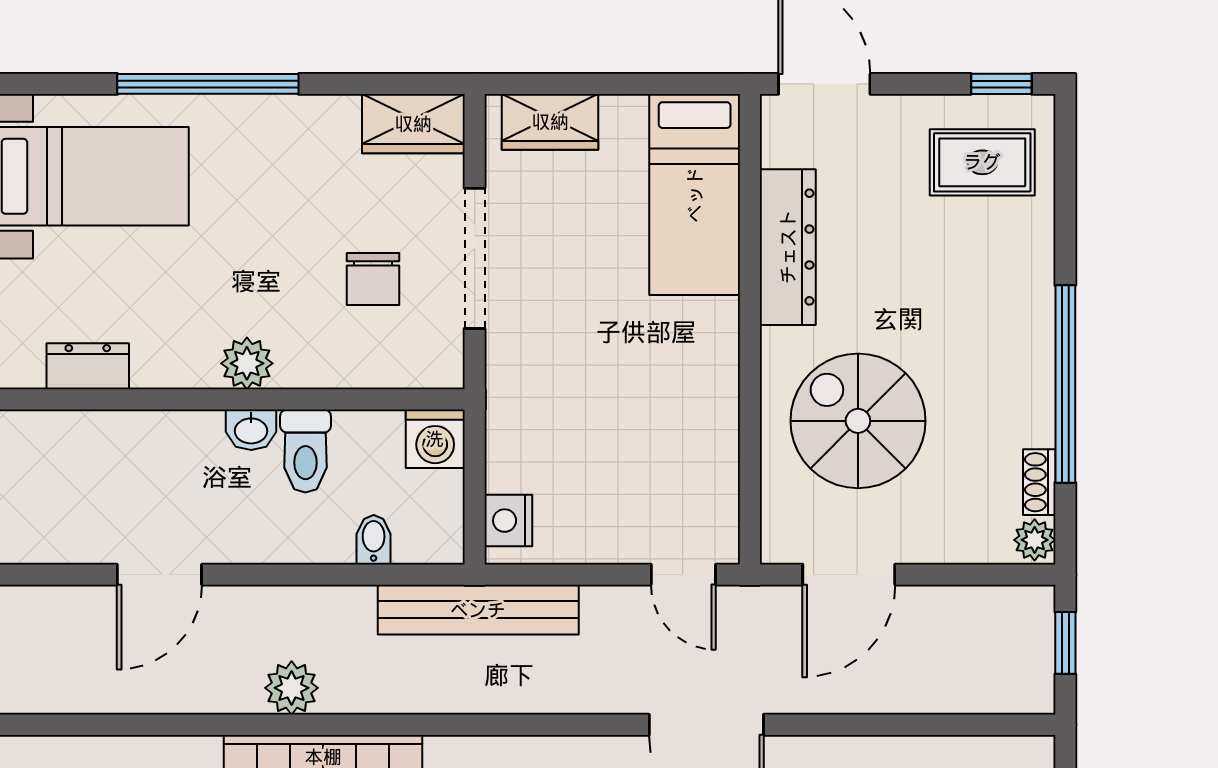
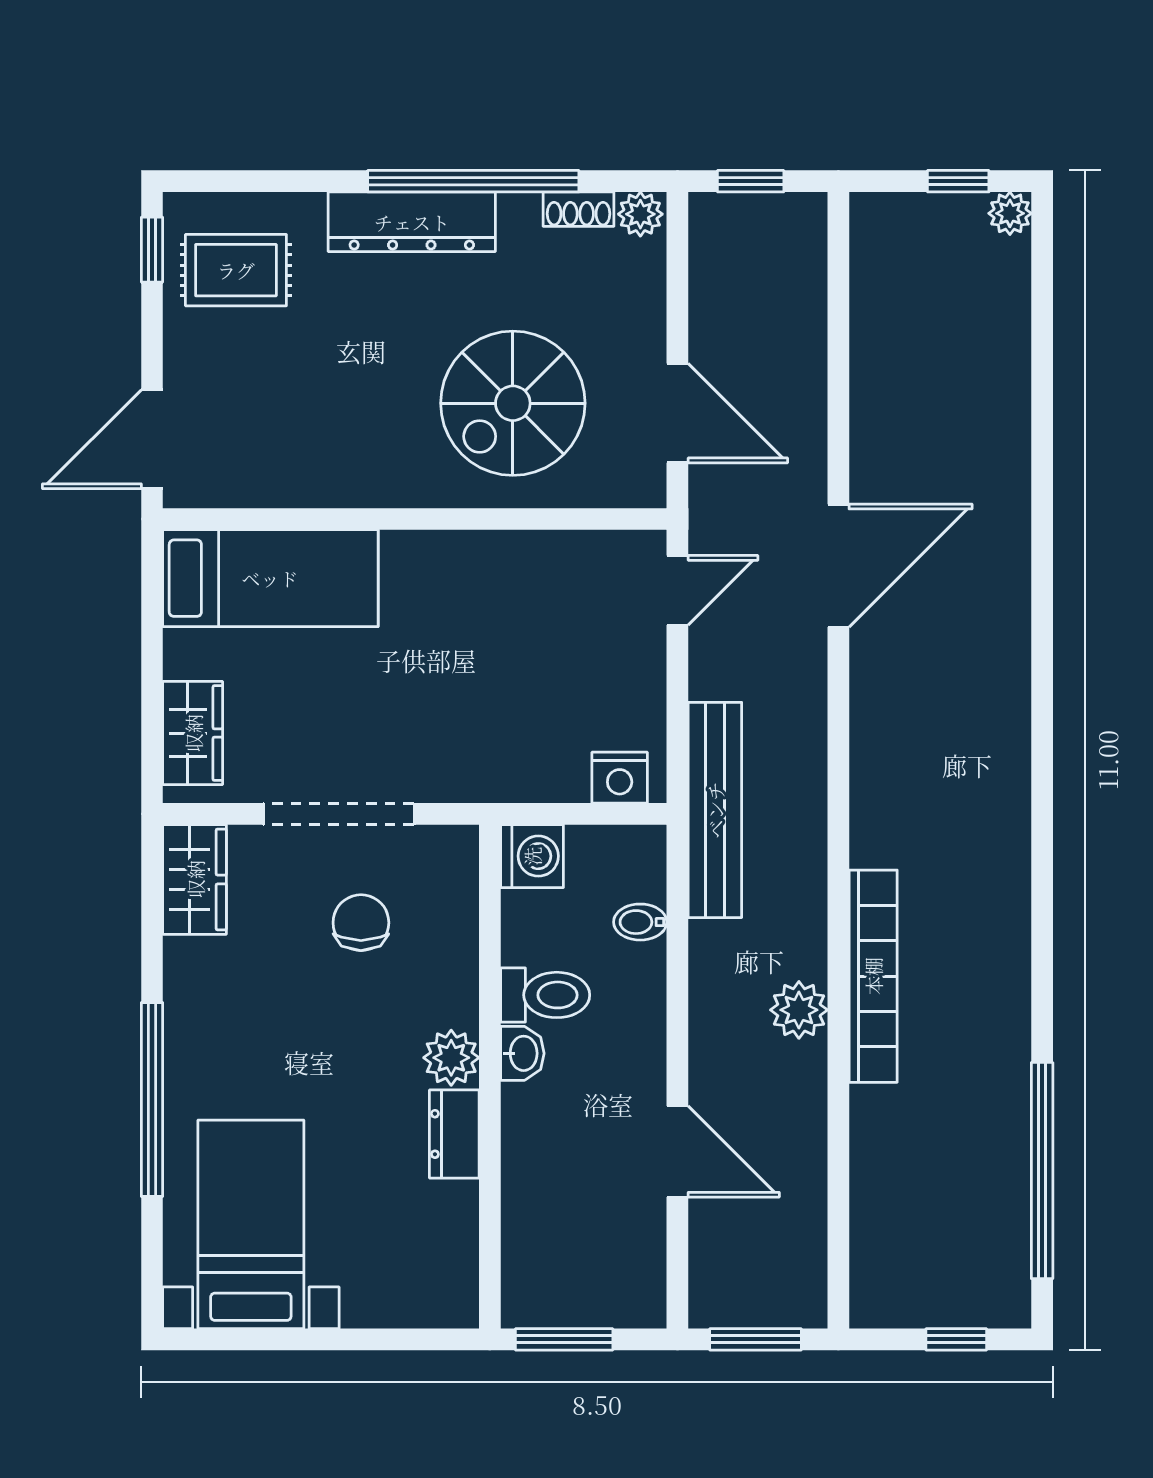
rug: (982, 162) -> (236, 270), turned 90
dresser: (788, 247) -> (412, 222), moved, turned 180
chair: (373, 279) -> (361, 923), turned -90
dresser: (88, 366) -> (454, 1134), moved

